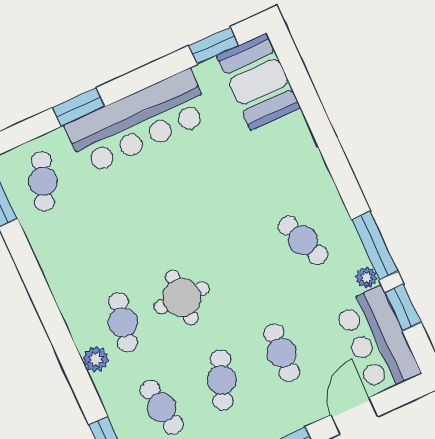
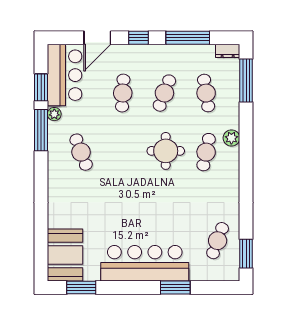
cafe table: (43, 181) -> (218, 241), moved

